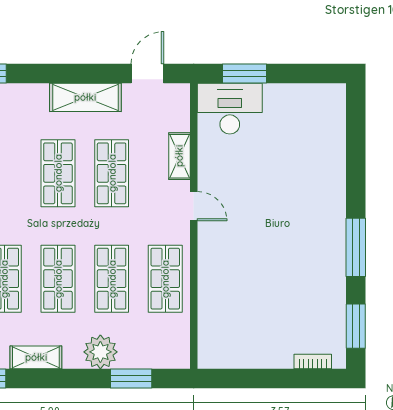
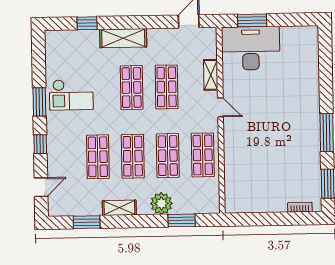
shelving: (85, 97) -> (123, 38), moved
desk: (230, 109) -> (251, 48), width x1.36, depth x1.30

